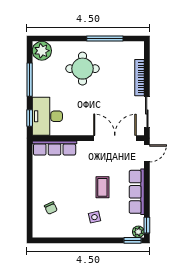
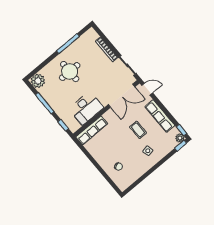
desk: (47, 116) -> (86, 108), moved, turned -90
double door: (115, 138) -> (121, 96), swing flipped
door: (147, 153) -> (147, 89), hinge flipped

